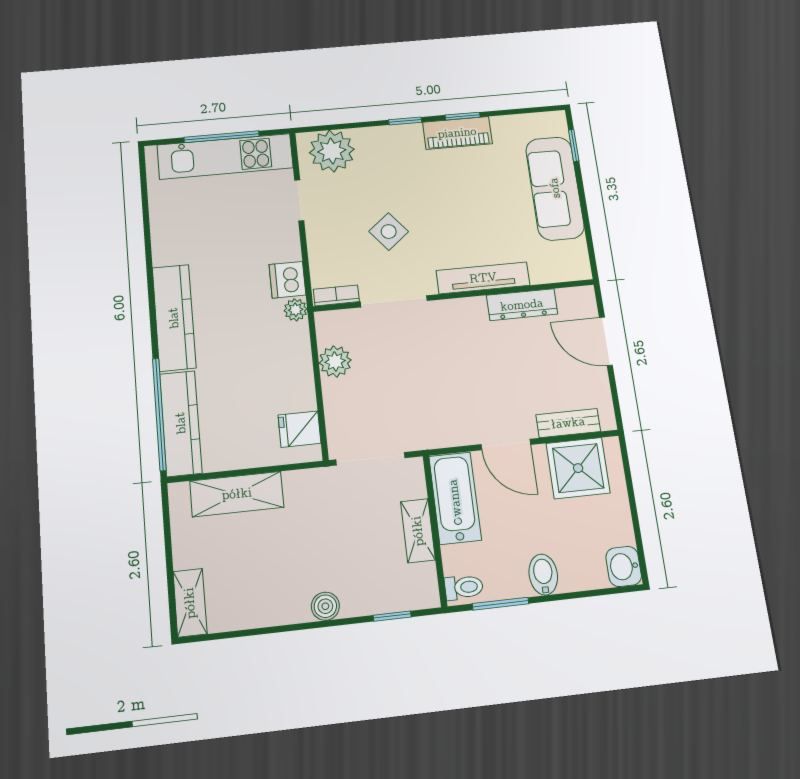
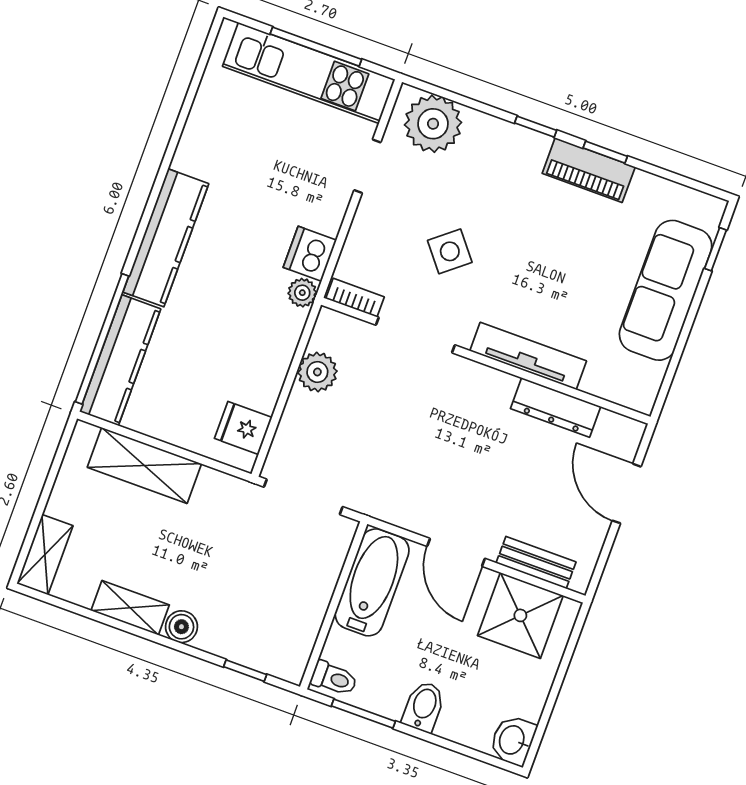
shelving: (418, 531) -> (130, 608), moved, turned 90

